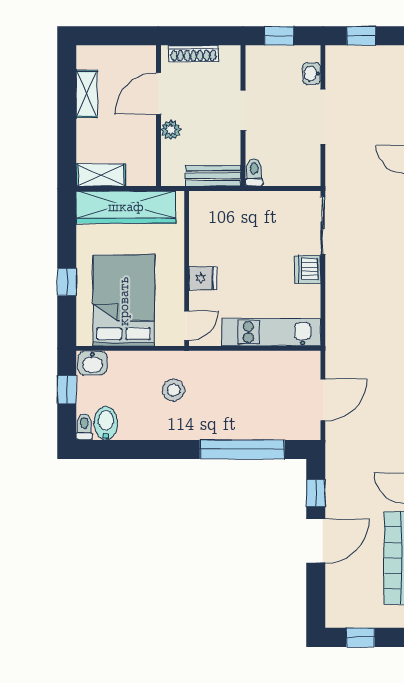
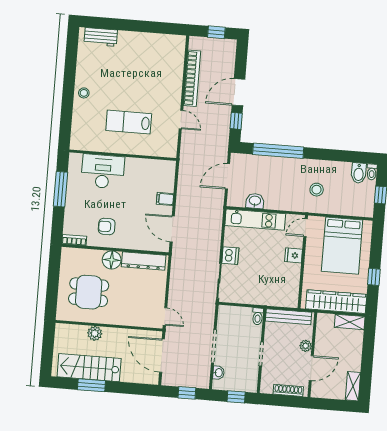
shelving: (87, 94) -> (353, 386), moved
bench: (213, 176) -> (288, 317), width x1.36
window: (67, 282) -> (374, 277), moved
washbasin: (93, 363) -> (255, 201), moved

